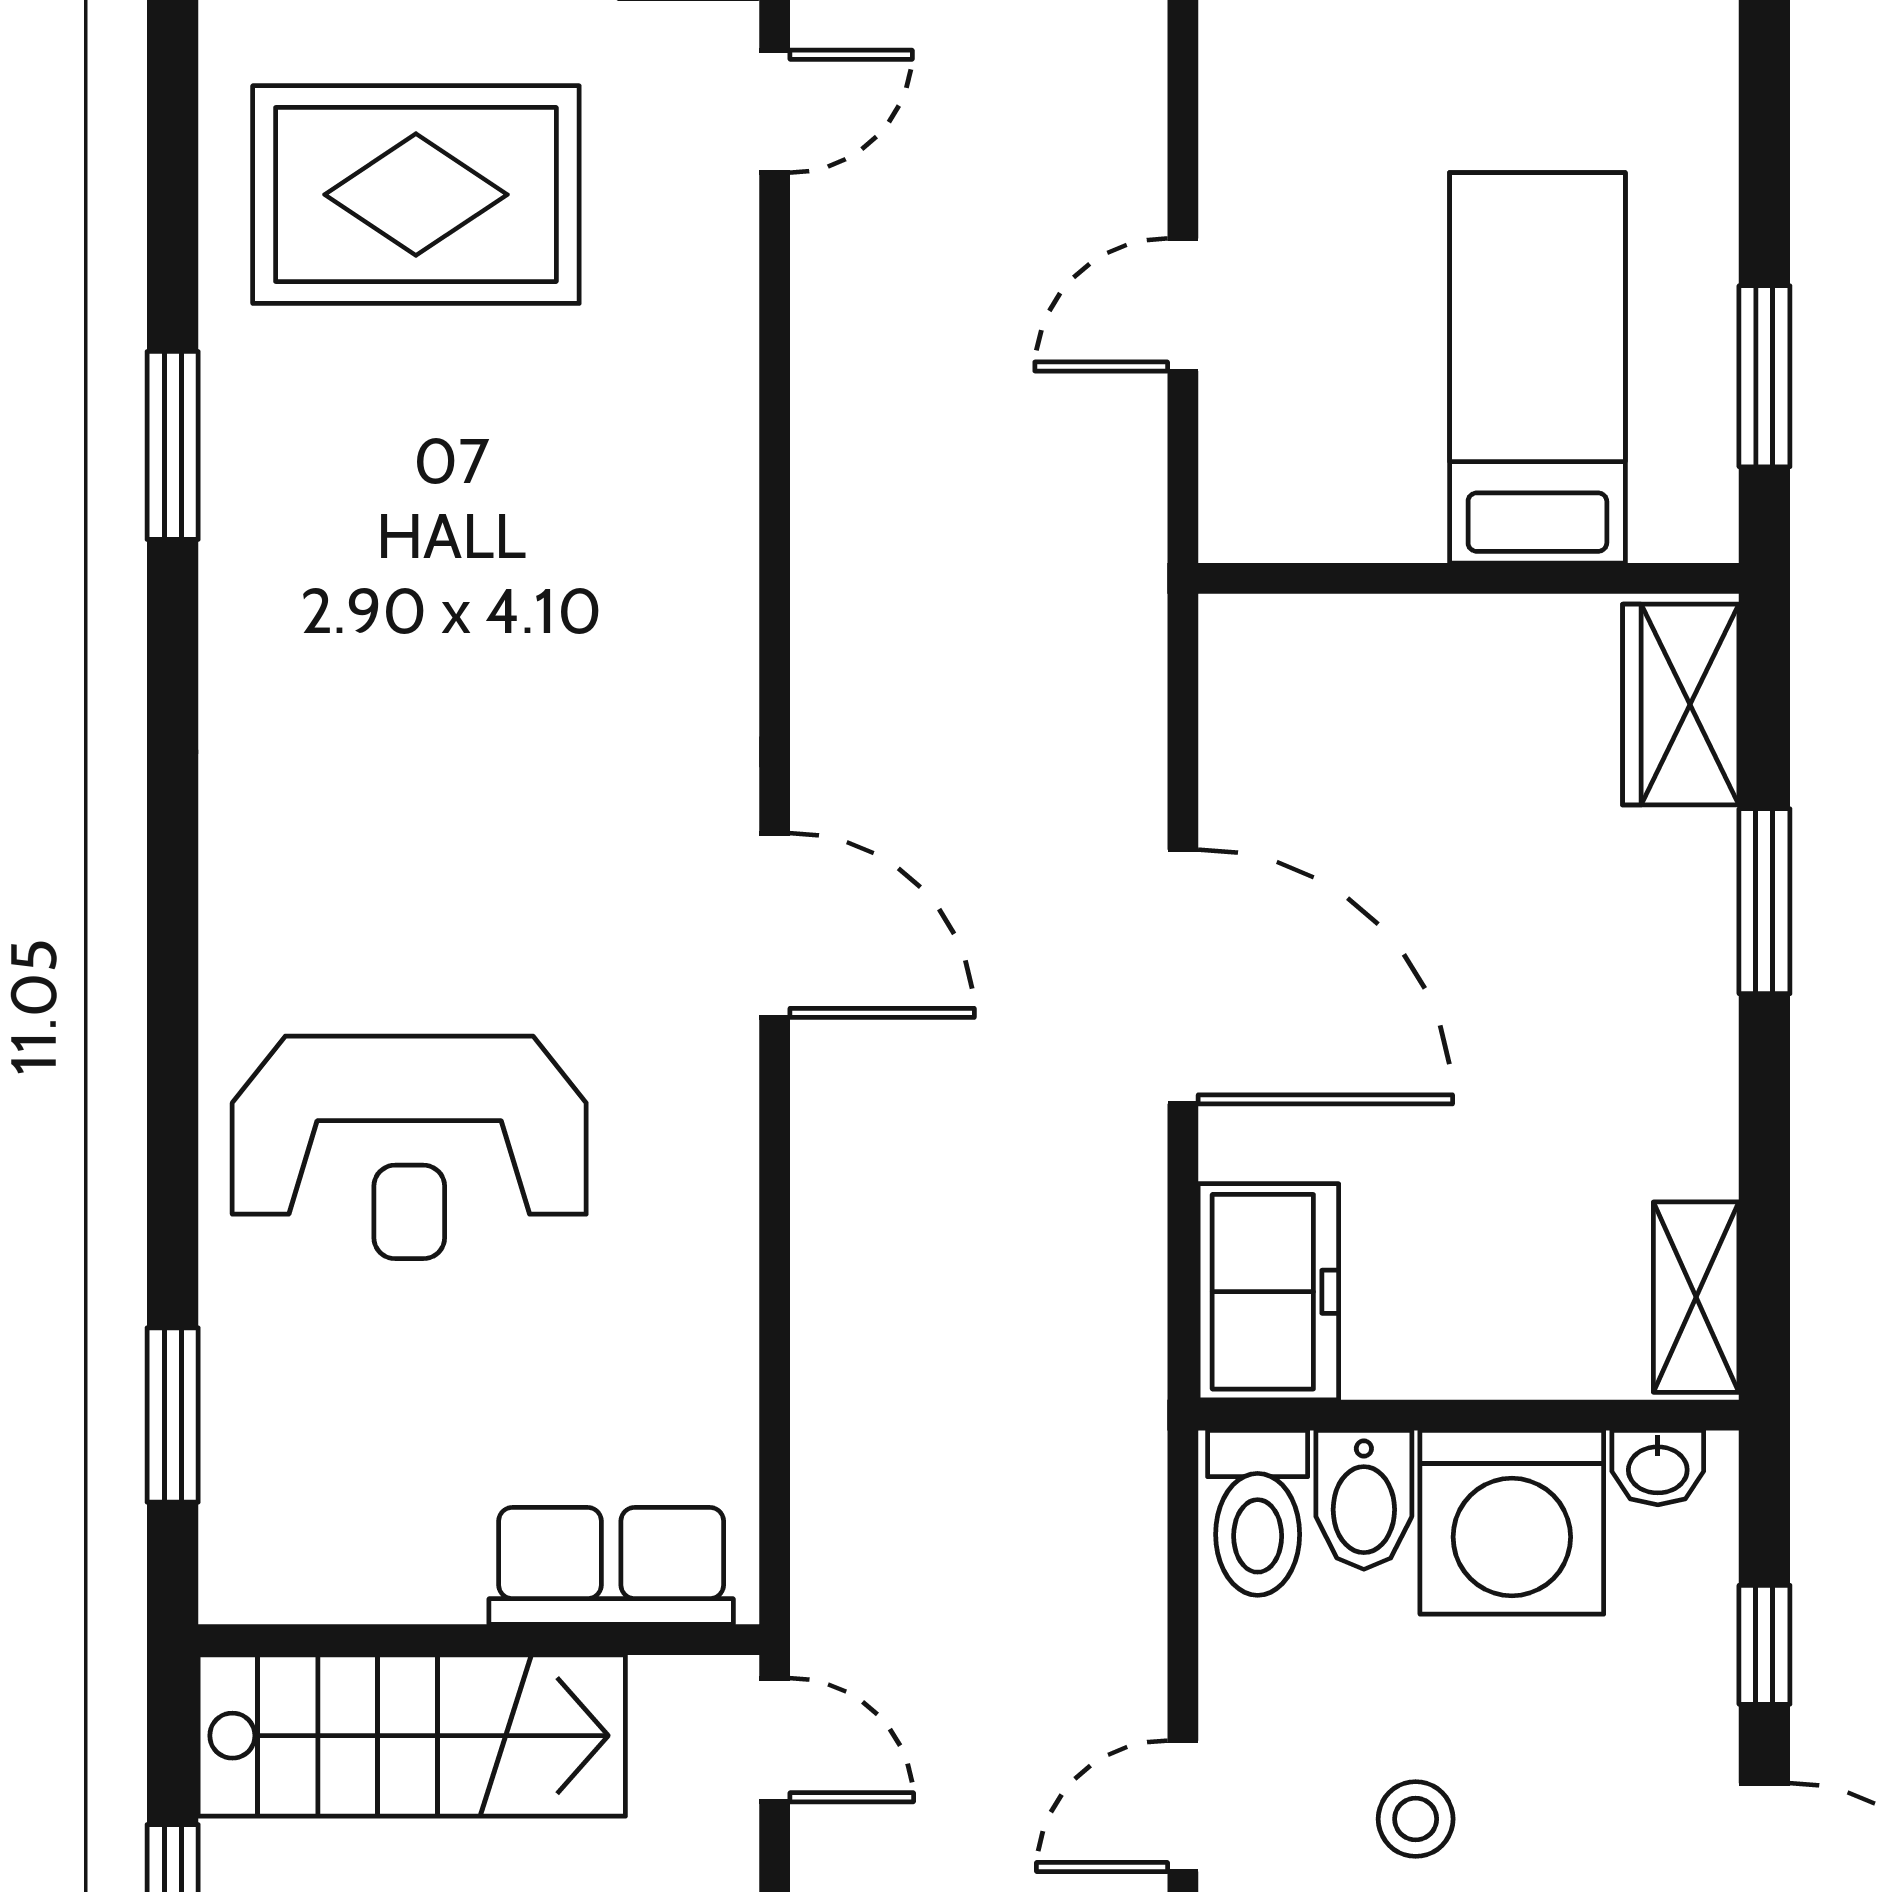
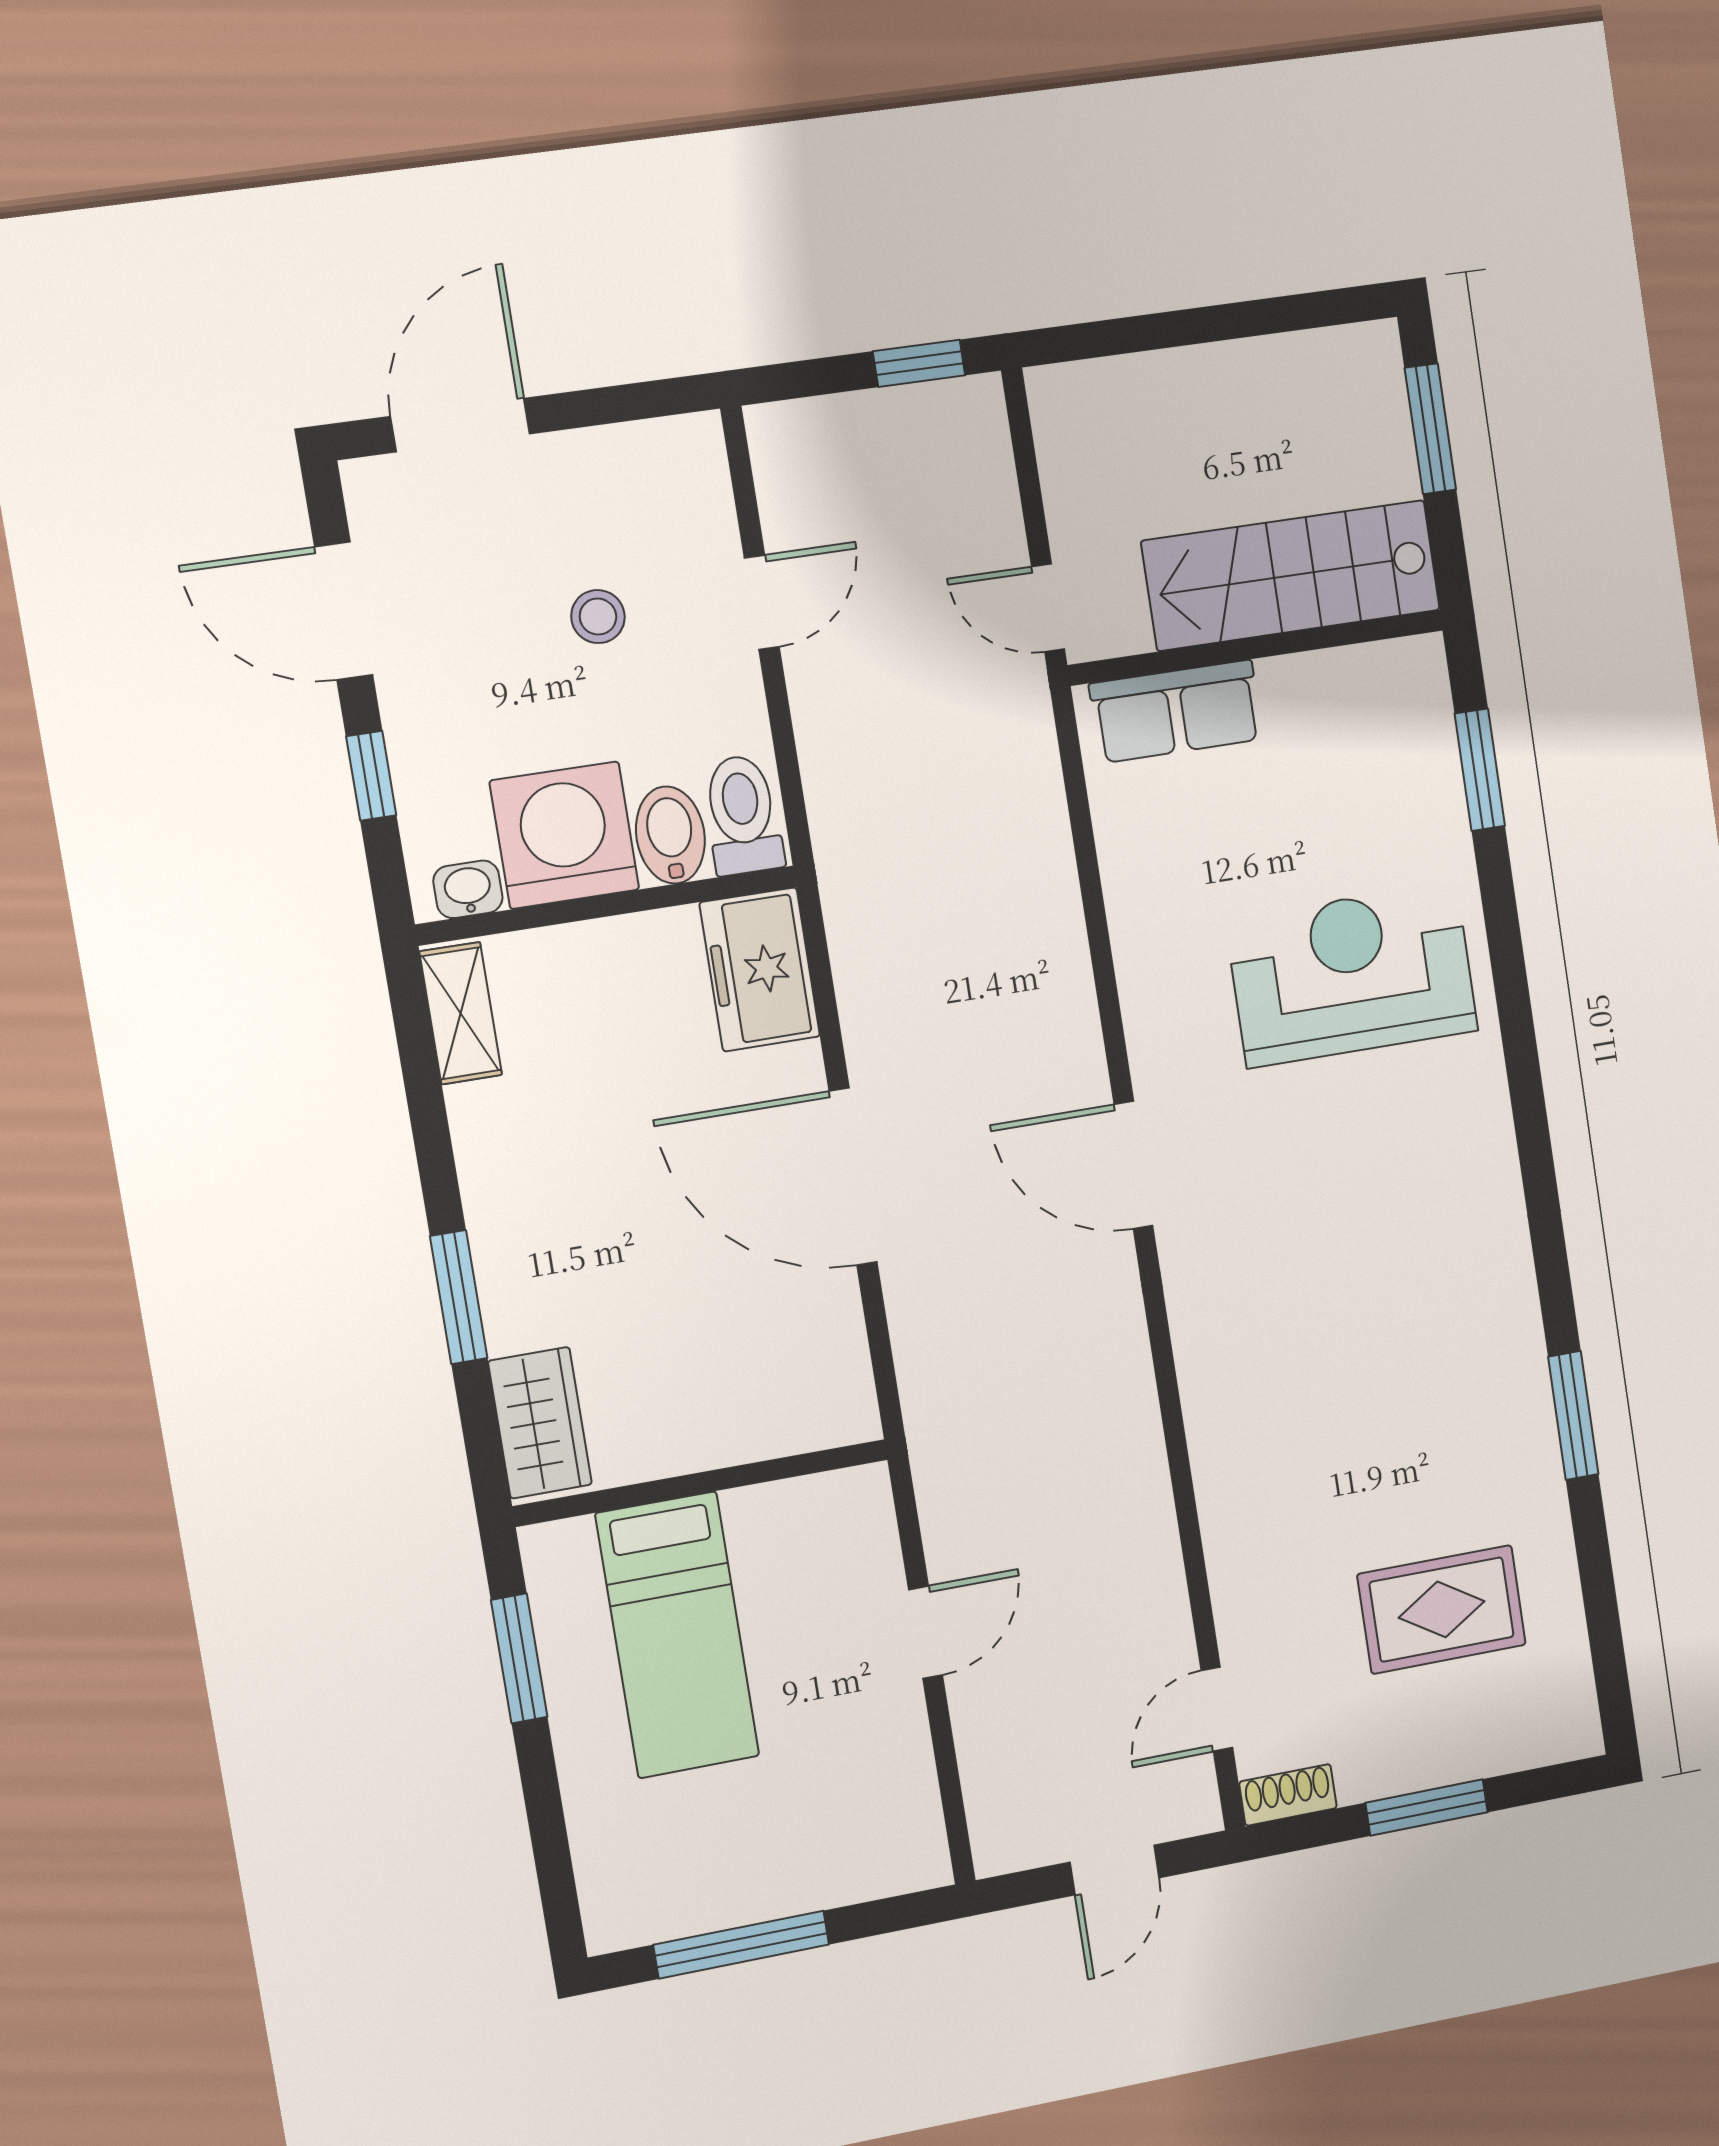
rug: (416, 195) -> (1442, 1609), width x0.73, depth x0.70

